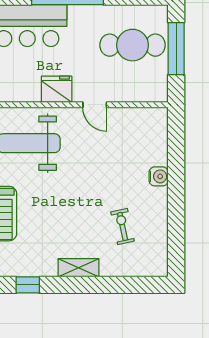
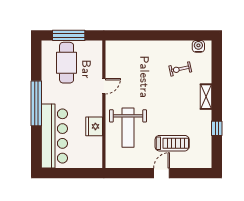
fridge: (57, 89) -> (94, 126), moved
water cooler: (159, 176) -> (198, 46), moved

